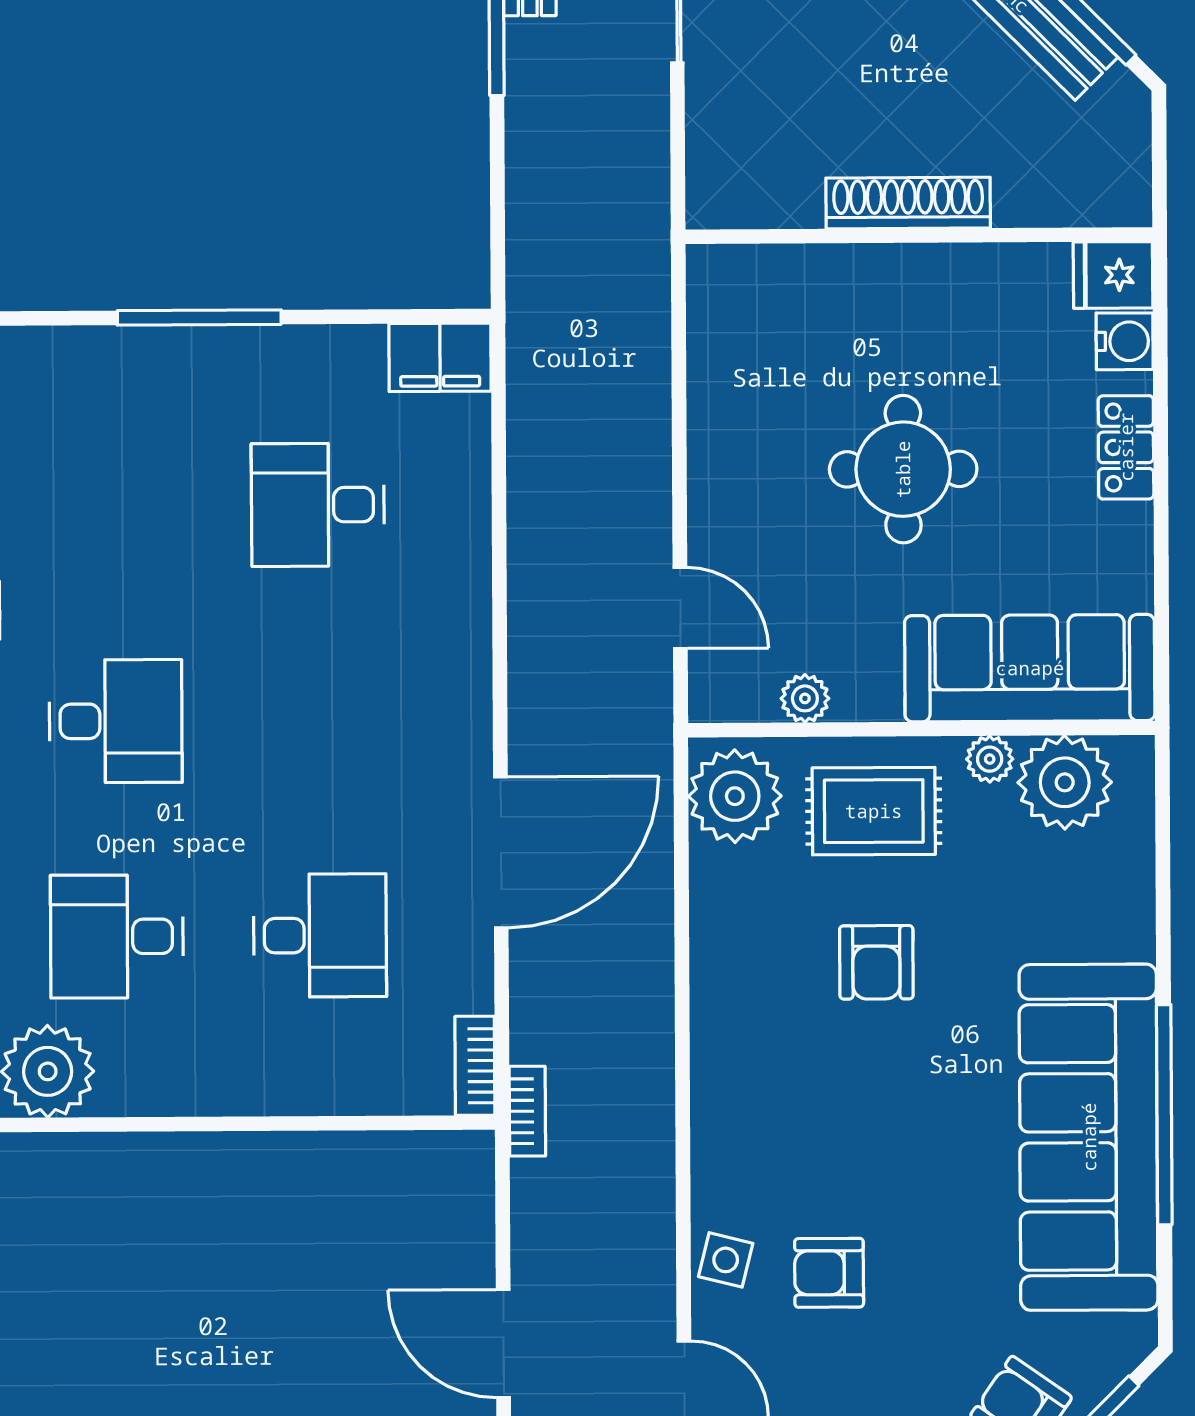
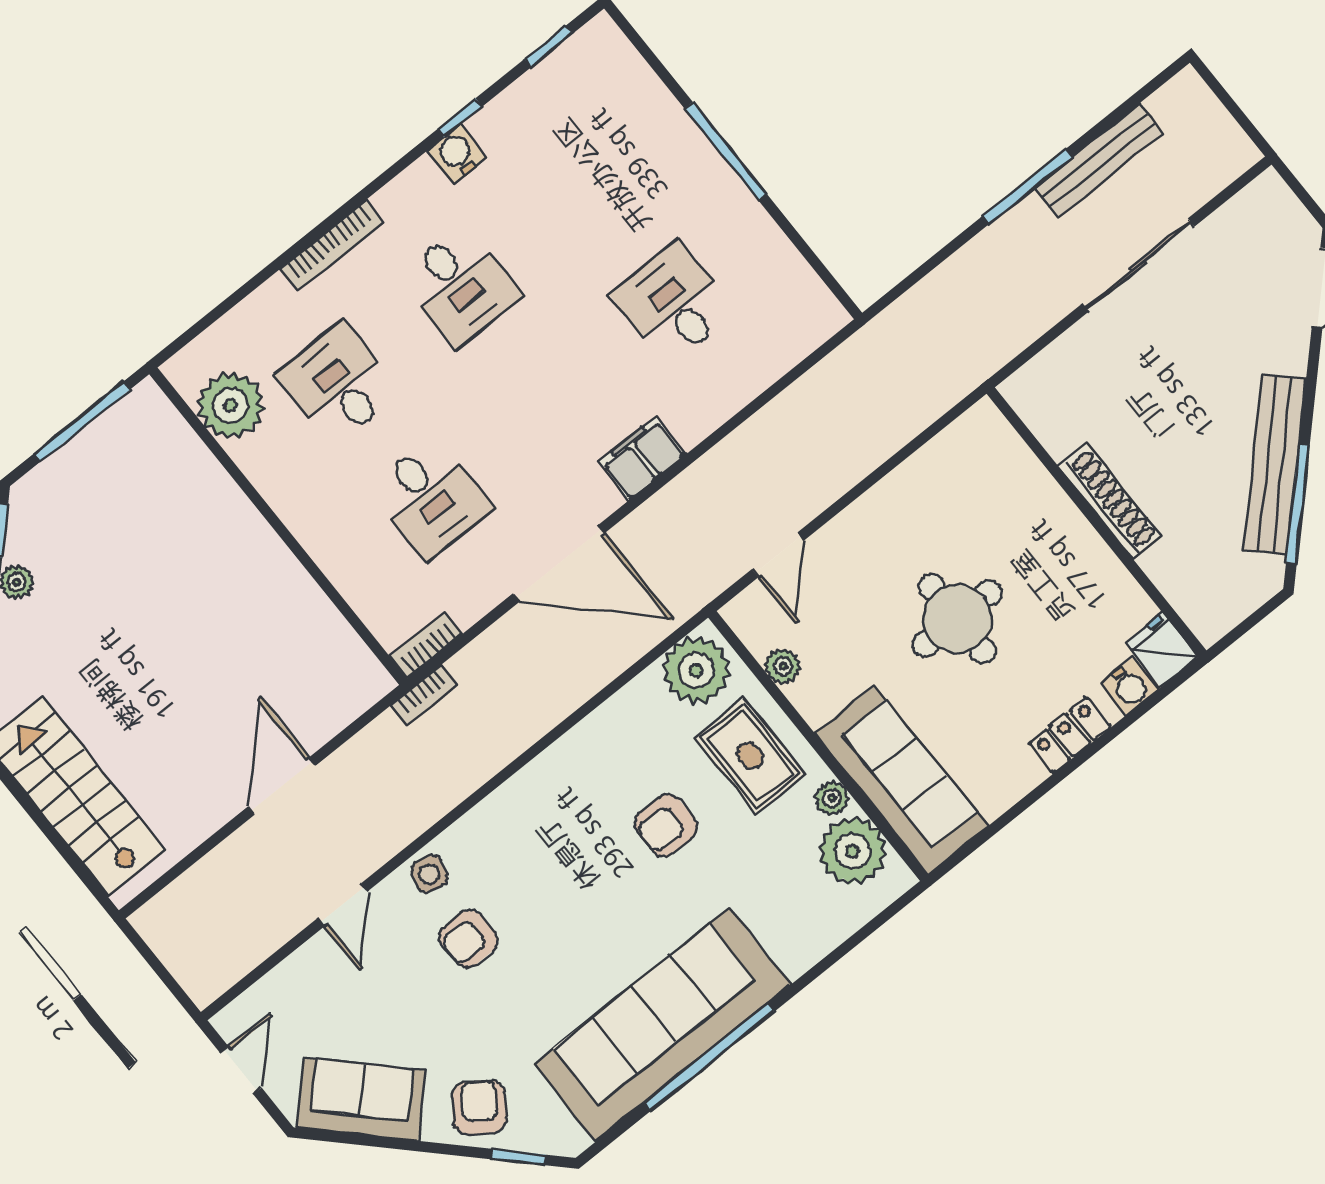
filing cabinet: (440, 357) -> (642, 458), moved, turned 90
armchair: (829, 1273) -> (469, 939), turned -90

